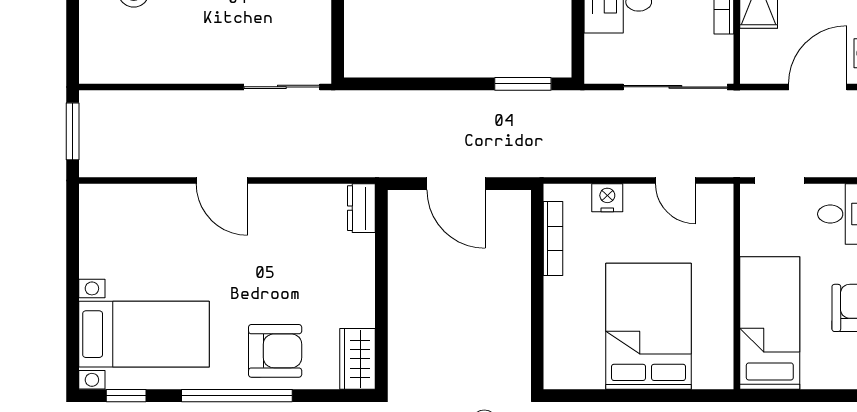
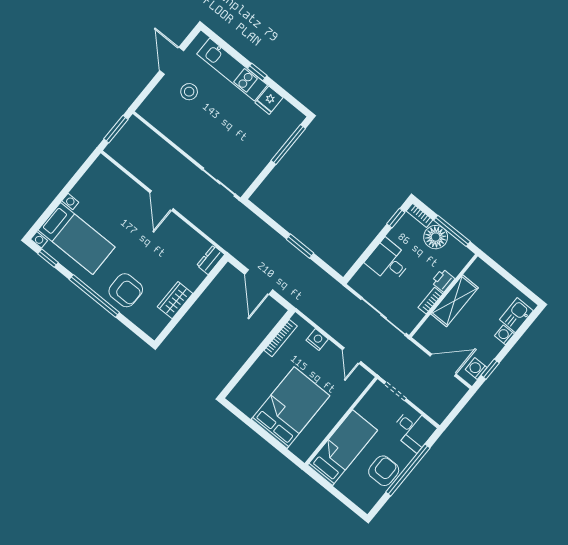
window: (523, 84) -> (300, 246), moved
wardrobe: (357, 359) -> (175, 300), moved

